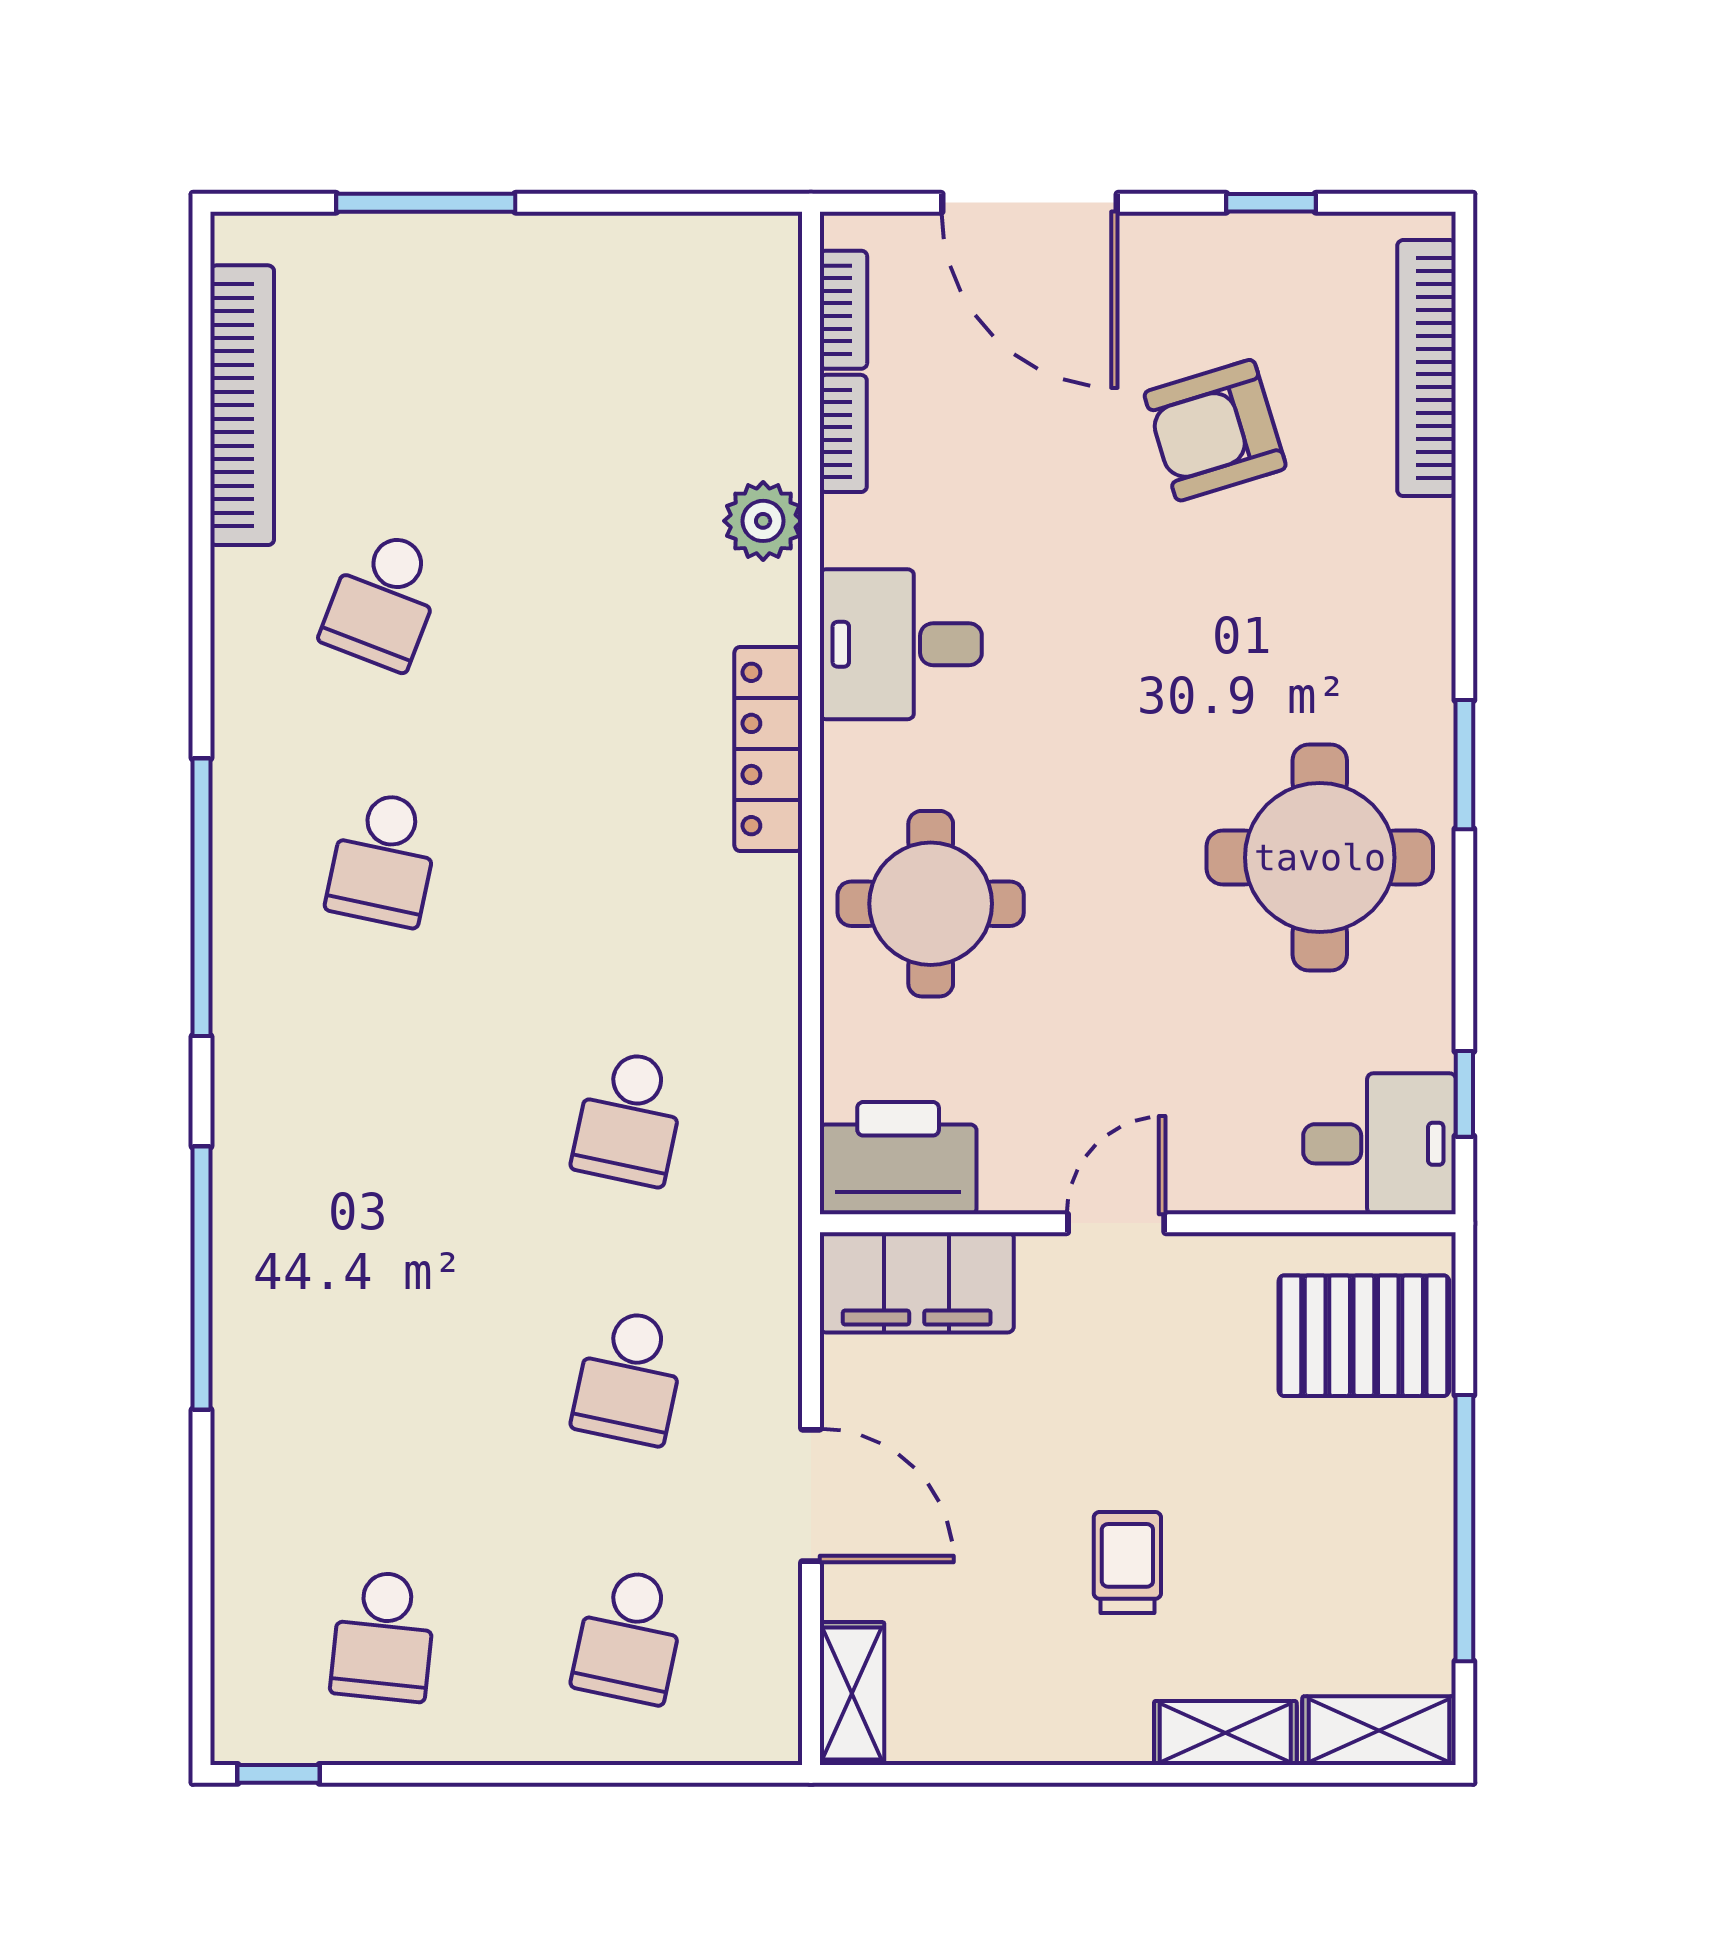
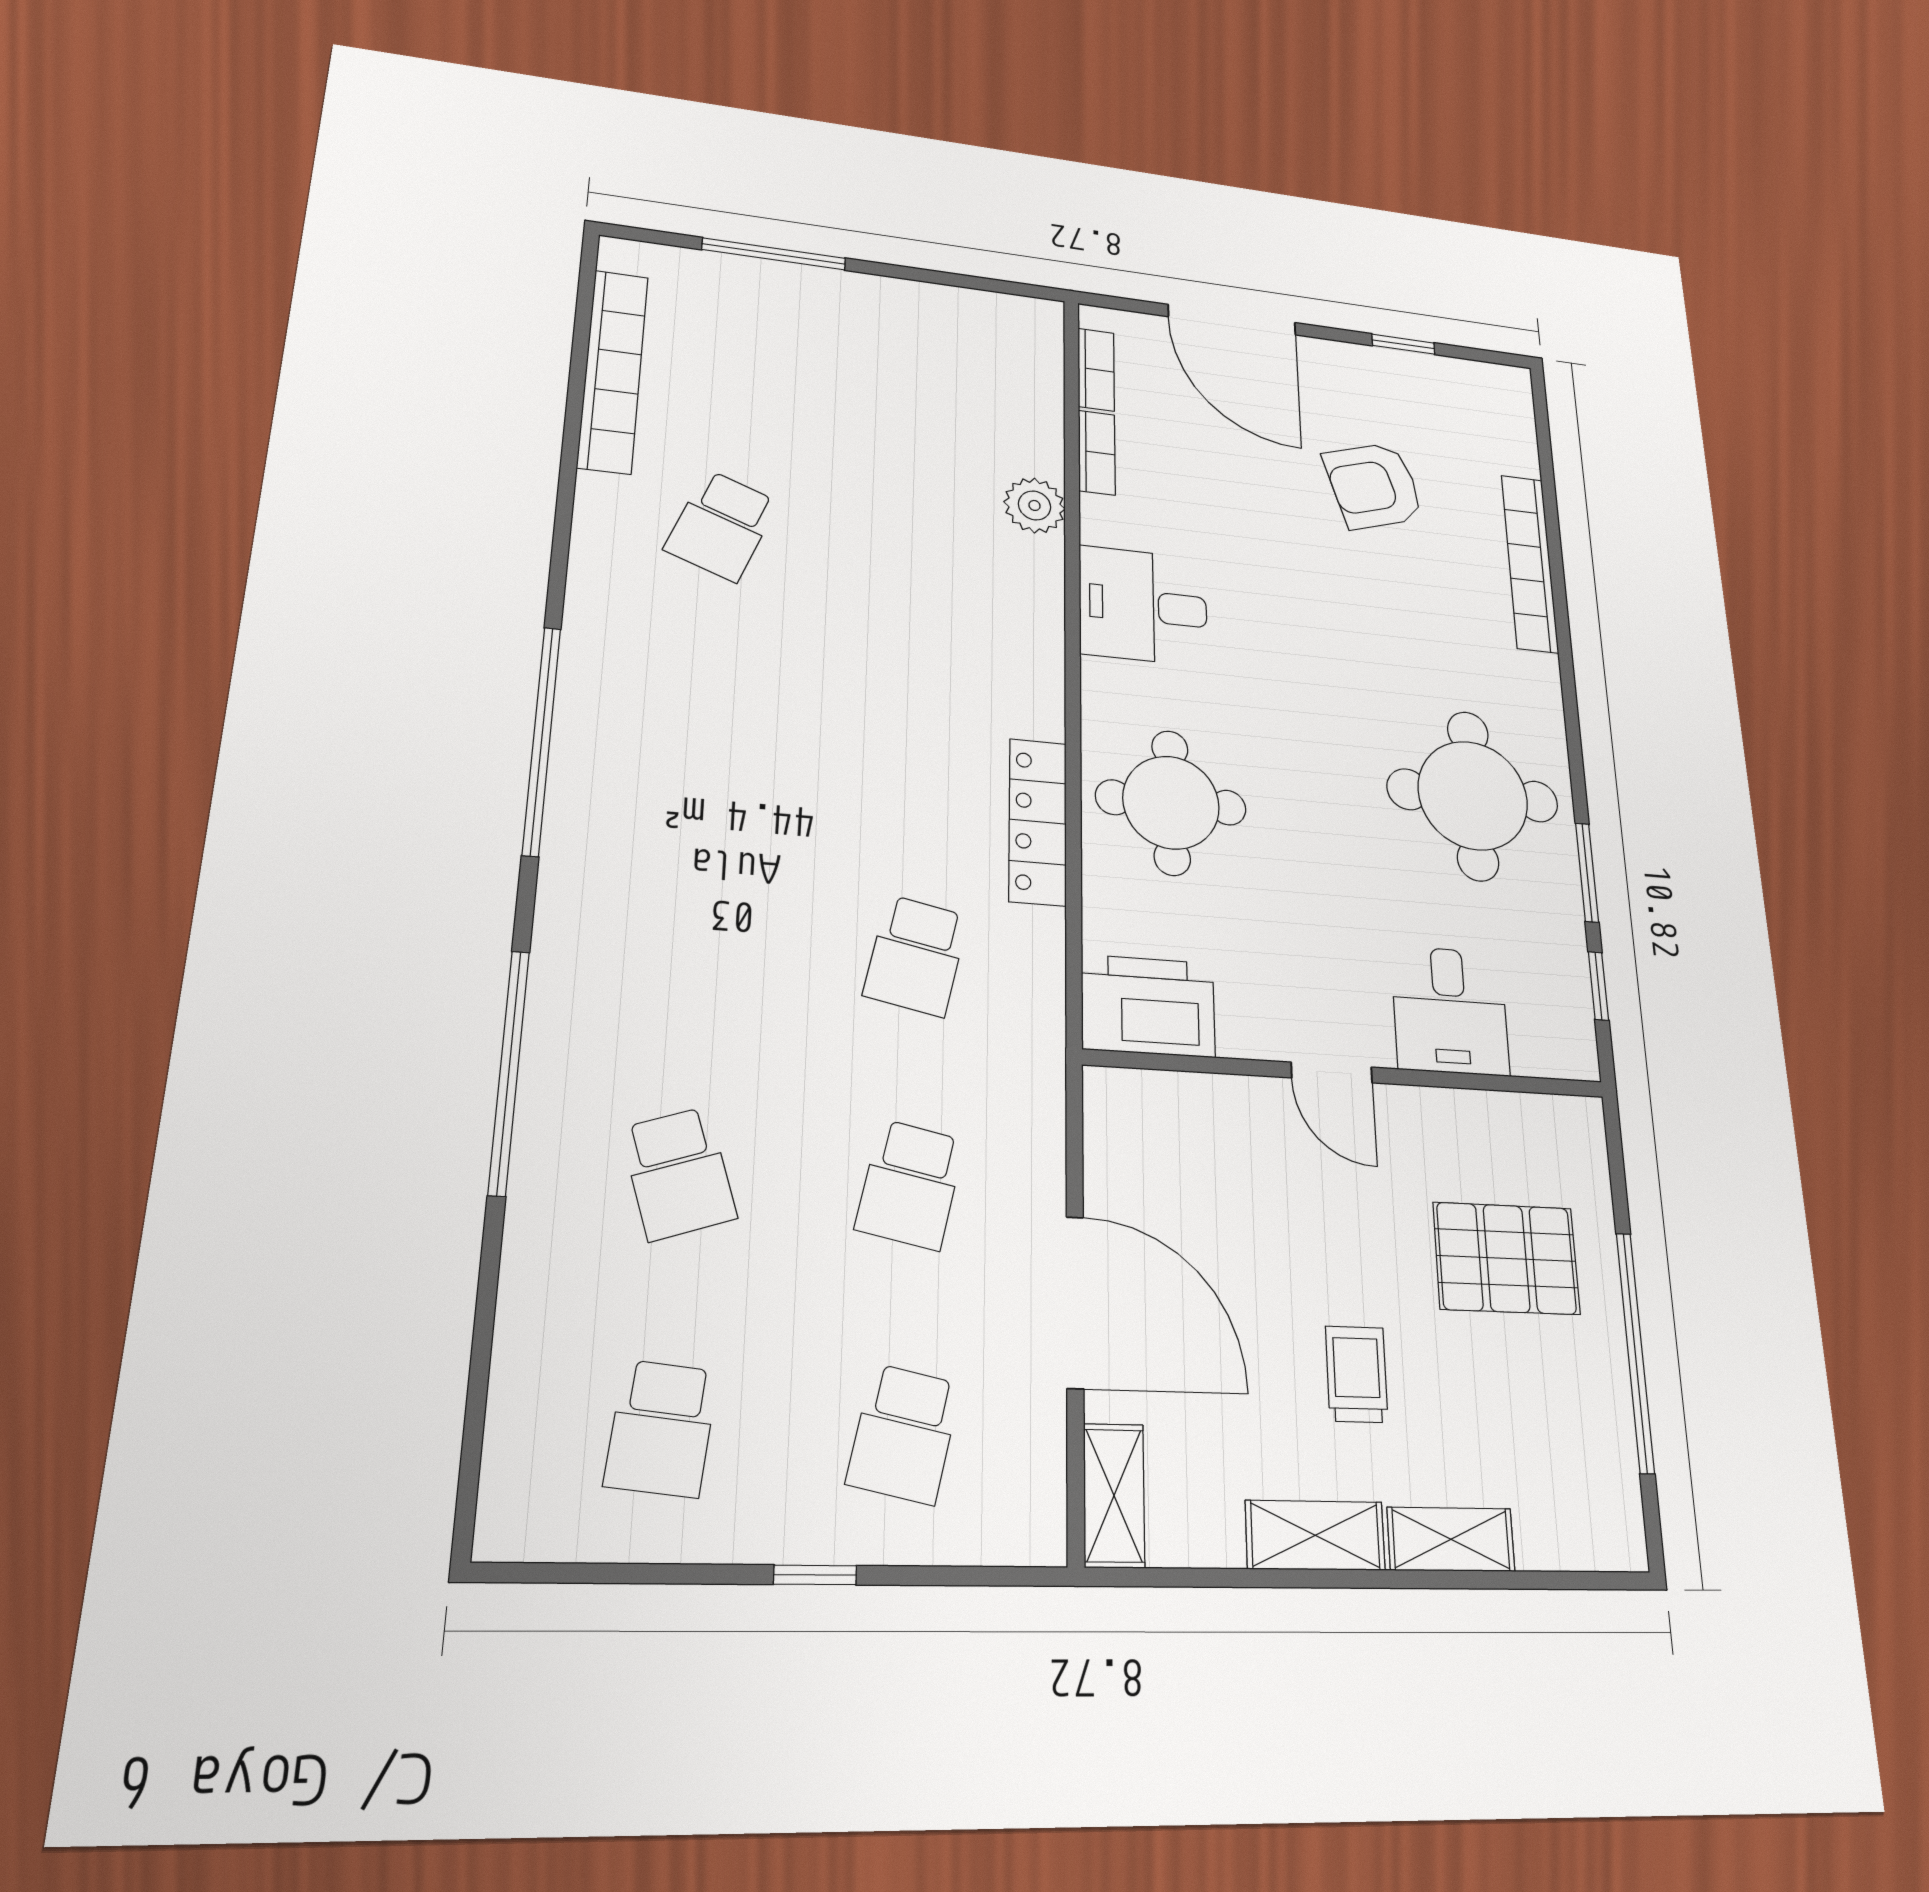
bookcase: (1426, 368) -> (1530, 563), moved
locker: (768, 749) -> (1038, 822), moved
window: (1464, 765) -> (1587, 872), moved
school desk: (383, 859) -> (678, 1173), moved, turned -30
desk: (1379, 1144) -> (1450, 1010), moved, turned 90
door: (1116, 1223) -> (1332, 1073), swing flipped
filing cabinet: (917, 1282) -> (1166, 1113), removed
pallet: (1364, 1336) -> (1506, 1258), moved
door: (811, 1495) -> (1075, 1302), width x1.36
shelving: (1379, 1731) -> (1315, 1535), moved
window: (279, 1774) -> (815, 1575), moved

